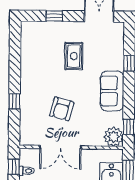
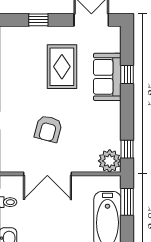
rug: (74, 56) -> (62, 67), width x1.36, depth x1.43
sofa: (112, 91) -> (107, 77), moved

